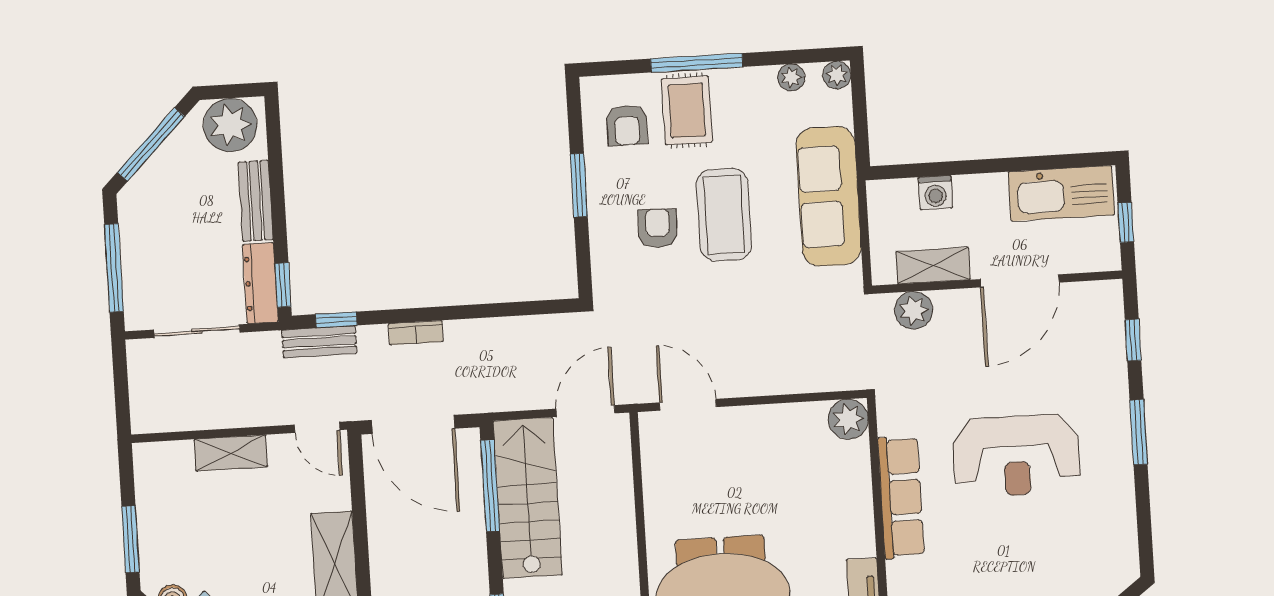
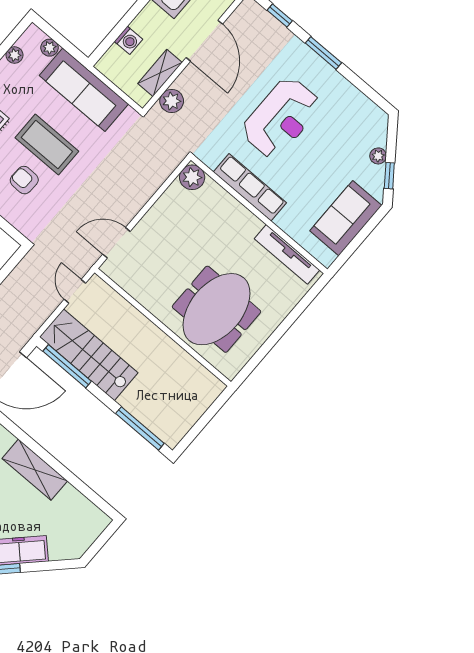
plant: (837, 75) -> (50, 48), moved
door: (586, 411) -> (75, 291), width x0.73

